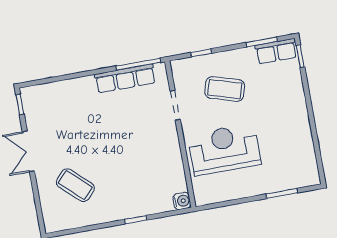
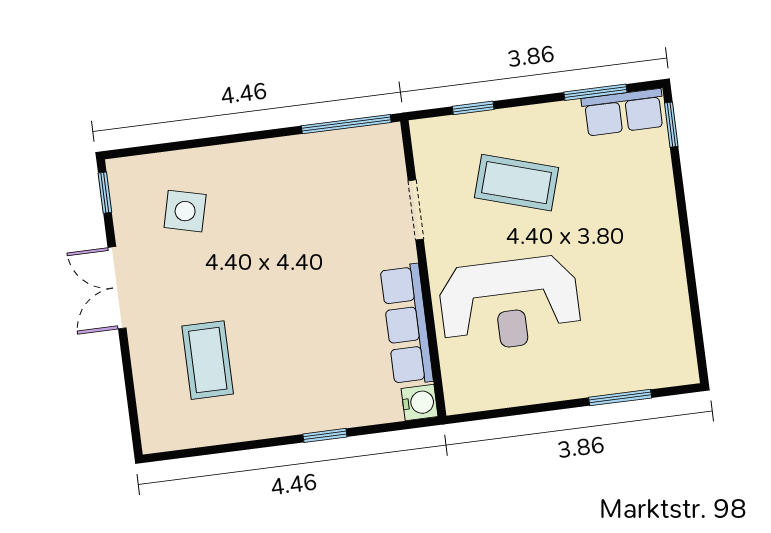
row of seats: (125, 78) -> (407, 325), moved, turned 90
side table: (60, 112) -> (185, 211), added
reception desk: (224, 150) -> (510, 304), turned 180
coffee table: (75, 185) -> (208, 360), turned 47

